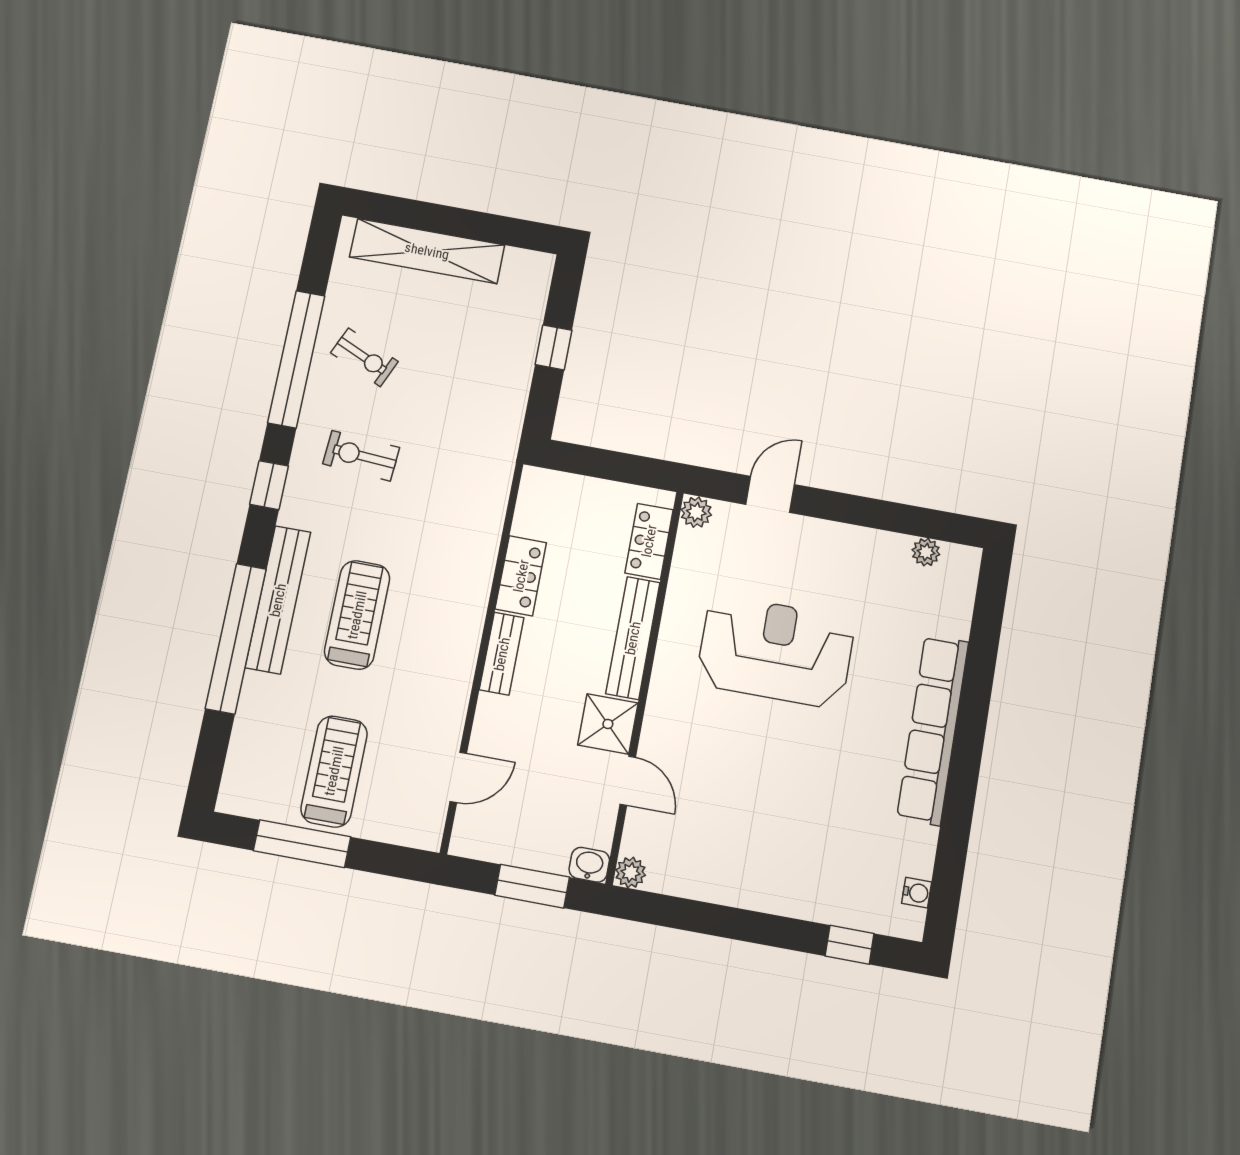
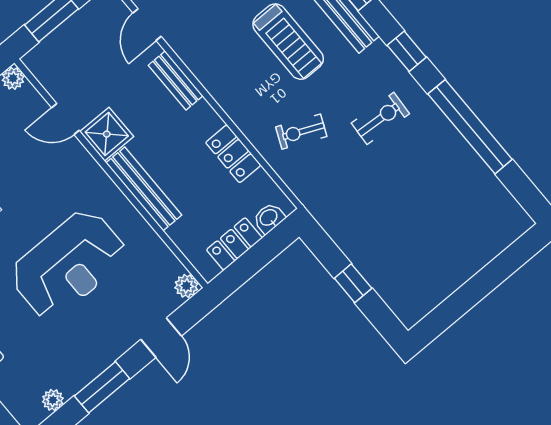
shelving: (427, 251) -> (473, 256), removed
exercise bike: (364, 357) -> (301, 132), moved
window: (871, 513) -> (102, 387), added
locker: (649, 541) -> (234, 244), moved, turned -90
bench: (502, 654) -> (176, 81), moved
washbasin: (589, 865) -> (269, 218), moved, turned 180

